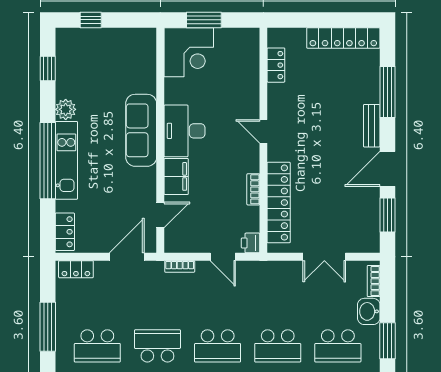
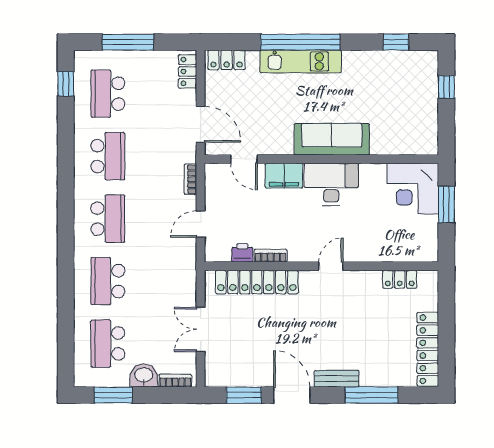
plant: (66, 109) -> (354, 61), removed
printer: (251, 243) -> (242, 253), moved
school desk: (218, 346) -> (108, 219), turned 180

